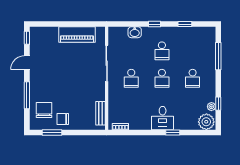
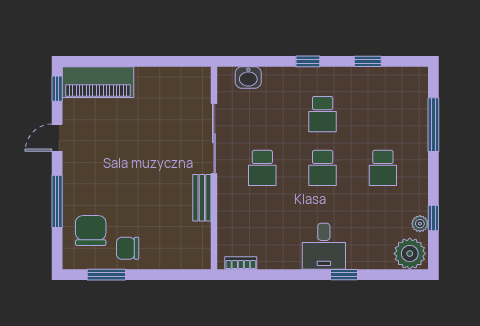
washbasin: (135, 32) -> (248, 77), moved
piano: (77, 35) -> (98, 82), moved
bench: (100, 113) -> (202, 198), moved

